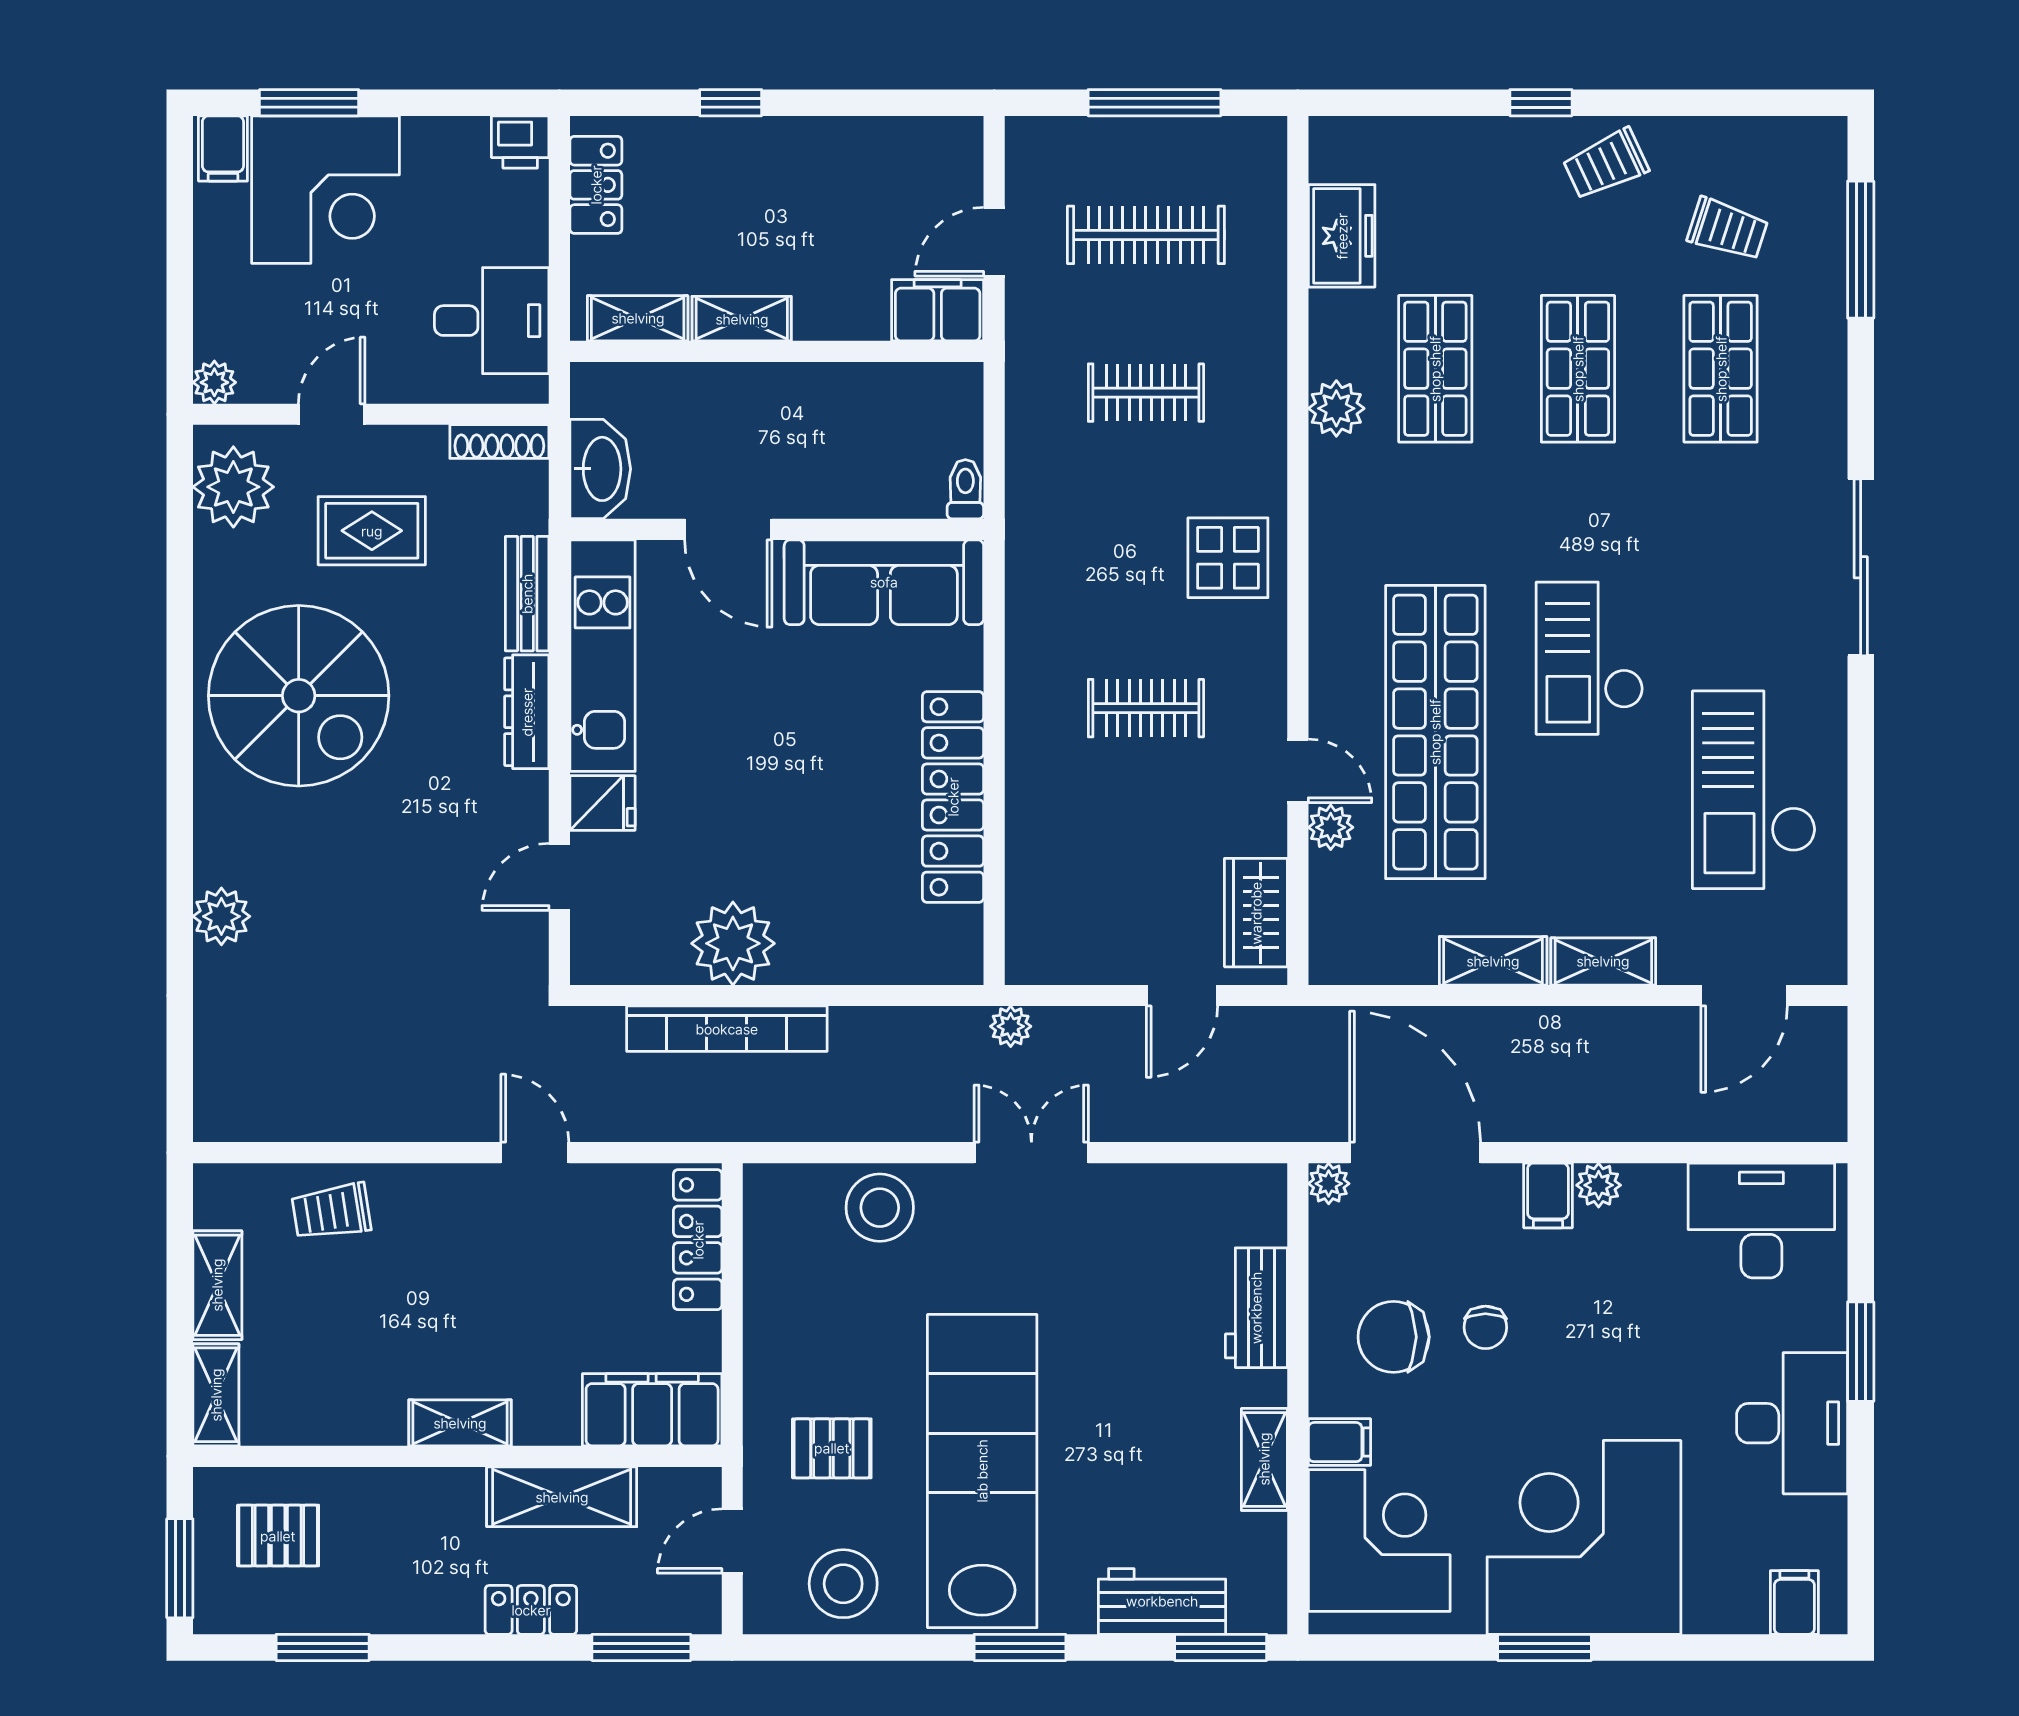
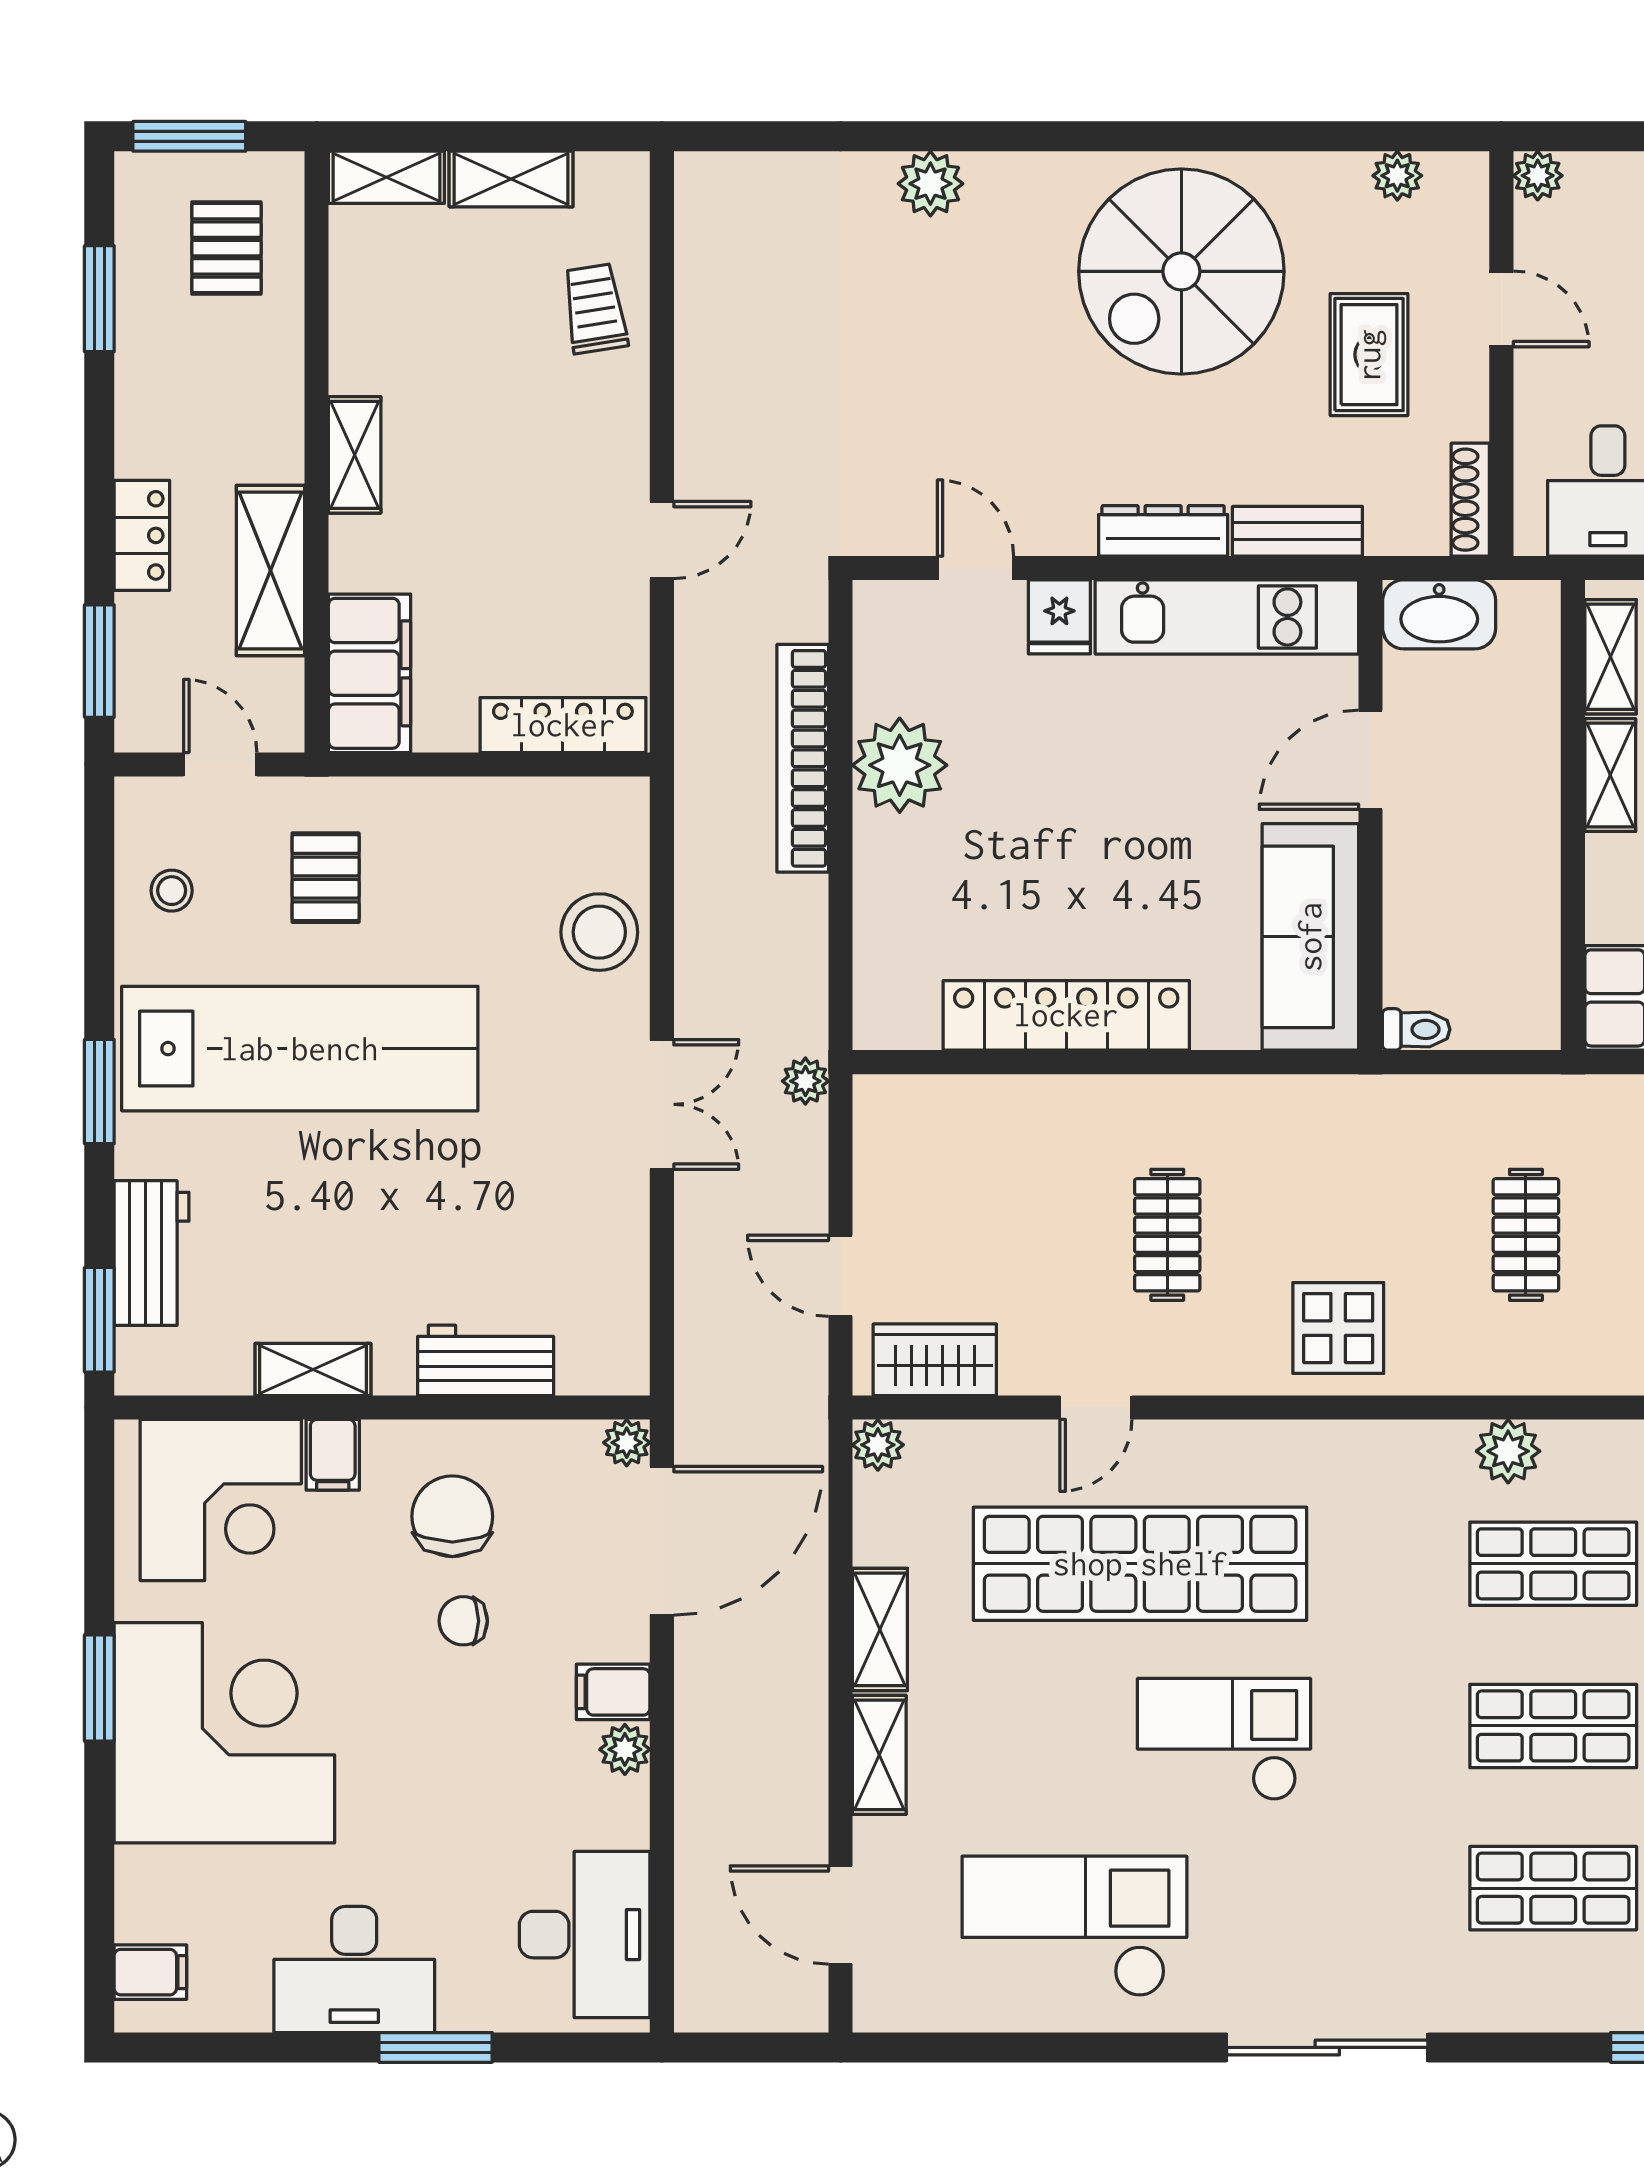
plant: (233, 487) -> (1397, 176), width x0.53, depth x0.53
plant: (1331, 827) -> (878, 1445), moved
stool: (843, 1584) -> (172, 891), width x0.53, depth x0.53

